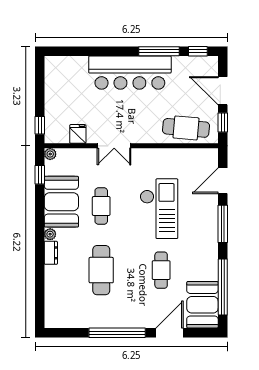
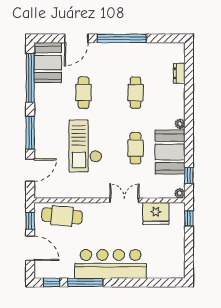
fridge: (78, 134) -> (156, 214), width x1.88, depth x1.34
dresser: (51, 253) -> (179, 73), moved
cafe table: (101, 270) -> (136, 93), width x0.73, depth x0.74

